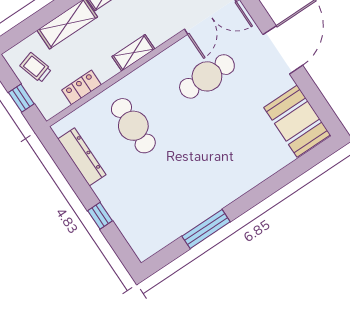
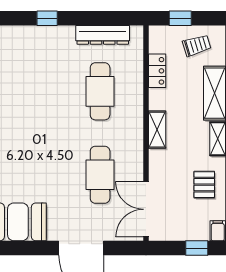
cafe table: (133, 126) -> (100, 91), turned 90

